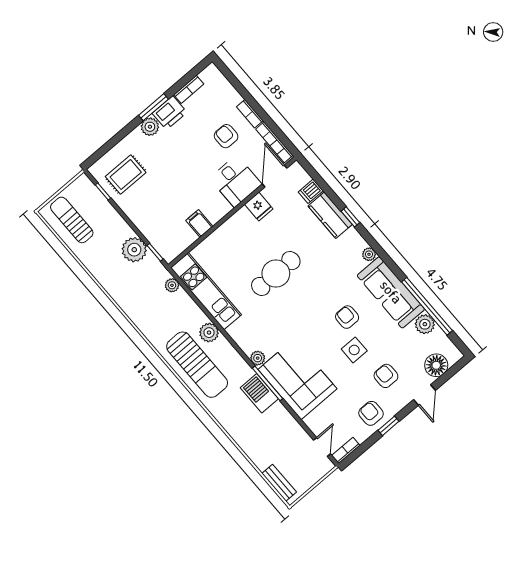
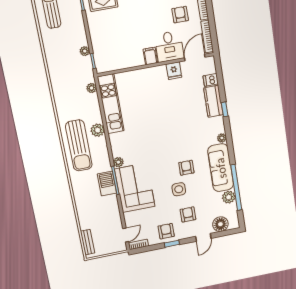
filing cabinet: (199, 223) -> (150, 56), moved
plant: (134, 250) -> (85, 51), width x0.53, depth x0.53
cafe table: (276, 274) -> (160, 118), removed

